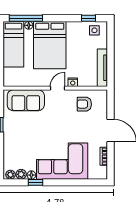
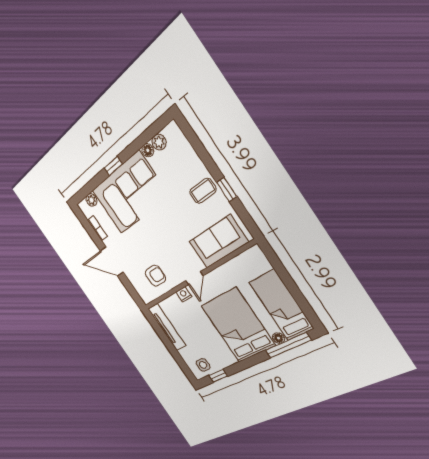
coffee table: (14, 133) -> (203, 191), added
plant: (10, 175) -> (91, 200), moved
window: (35, 182) -> (113, 166), moved

